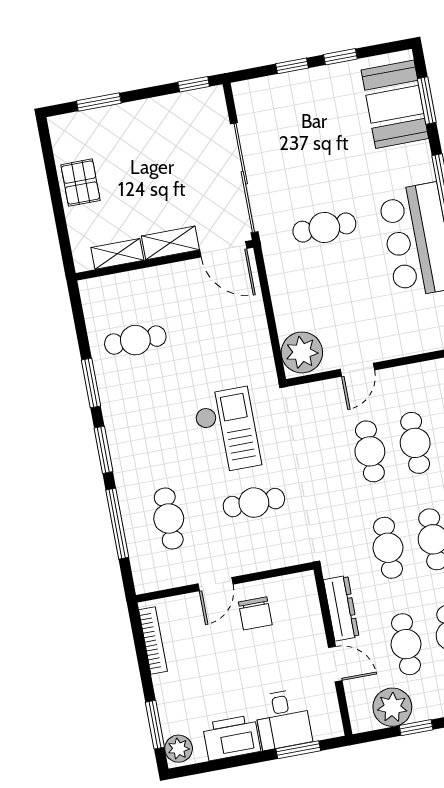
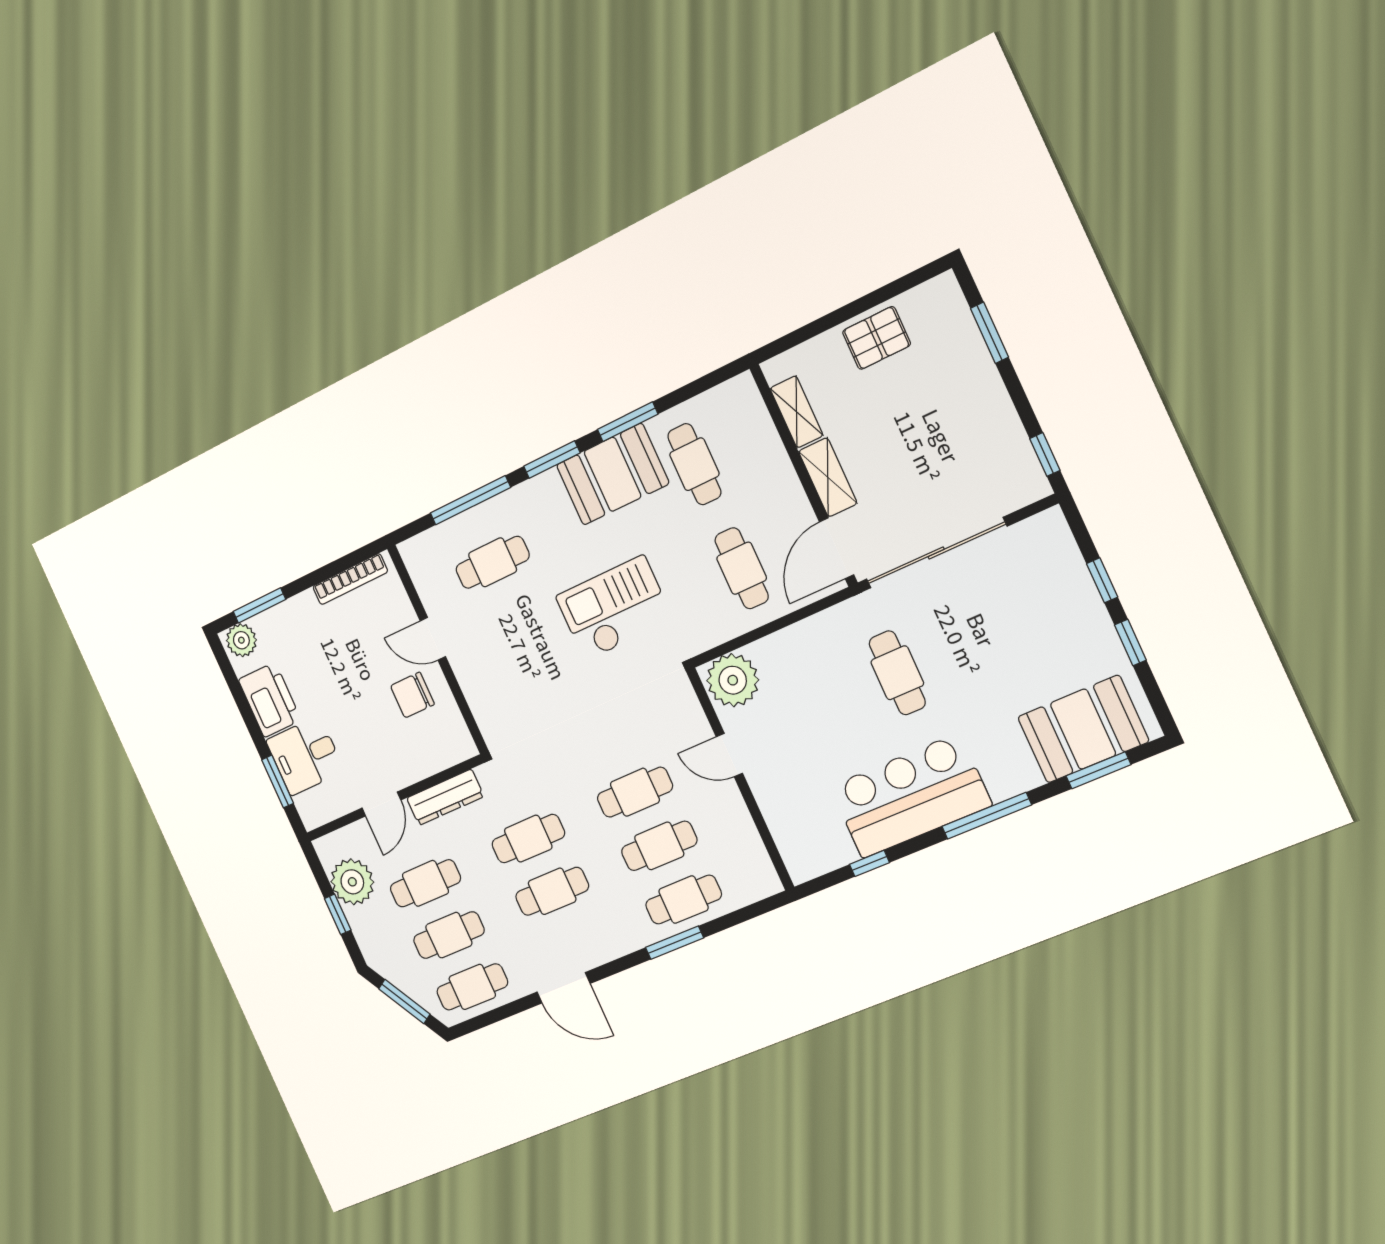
booth: (127, 405) -> (613, 474), added
checkout: (227, 431) -> (614, 608), turned 180
cafe table: (254, 503) -> (742, 568), moved

